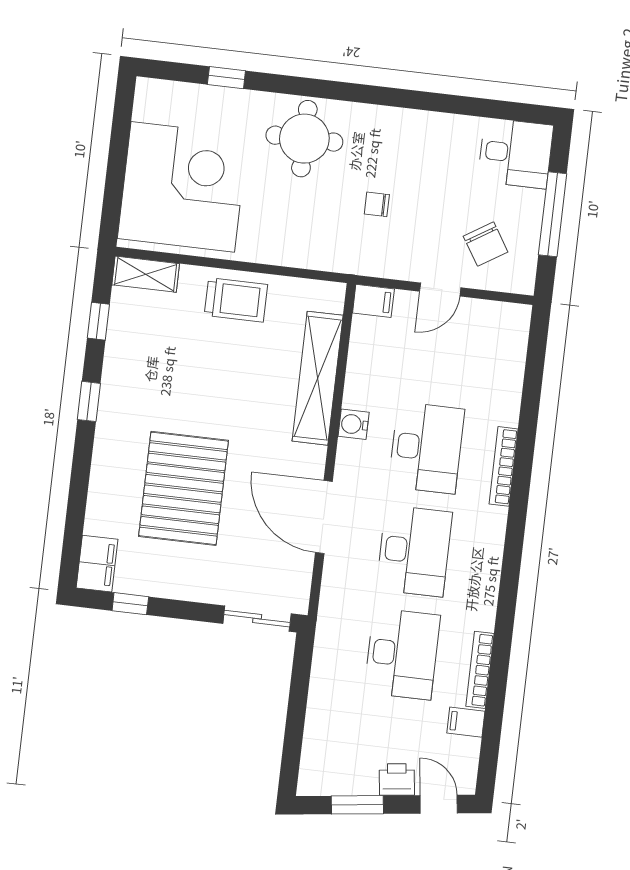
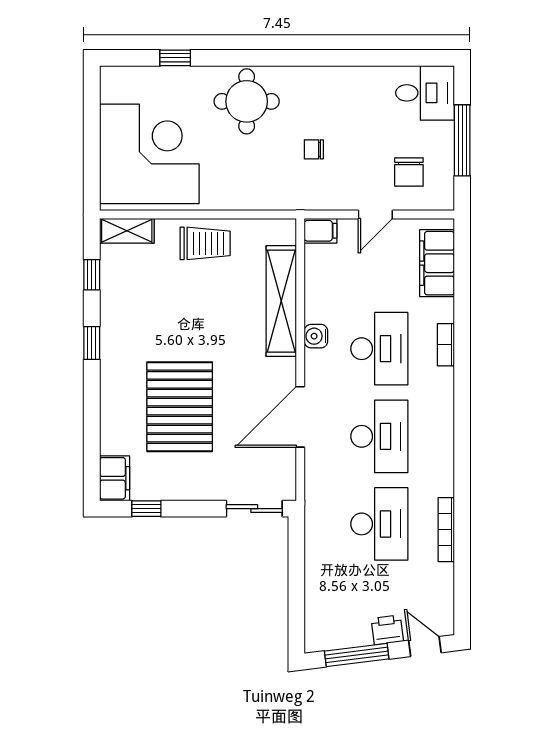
chair: (486, 244) -> (409, 172), turned 32
bookcase: (504, 466) -> (446, 345), width x0.64
door: (324, 517) -> (300, 417), hinge flipped
filing cabinet: (466, 722) -> (437, 263), moved, width x3.00, depth x1.17
window: (357, 805) -> (357, 655), width x1.44

